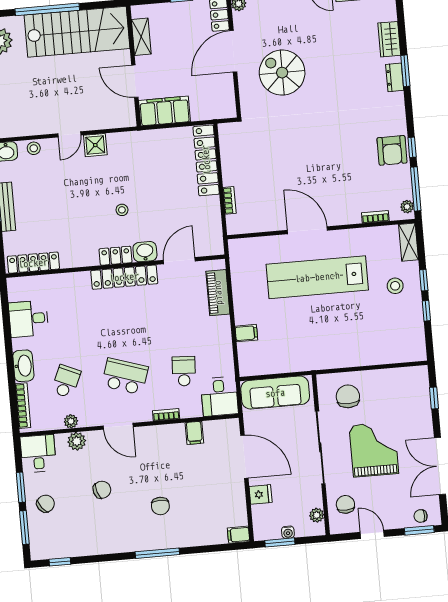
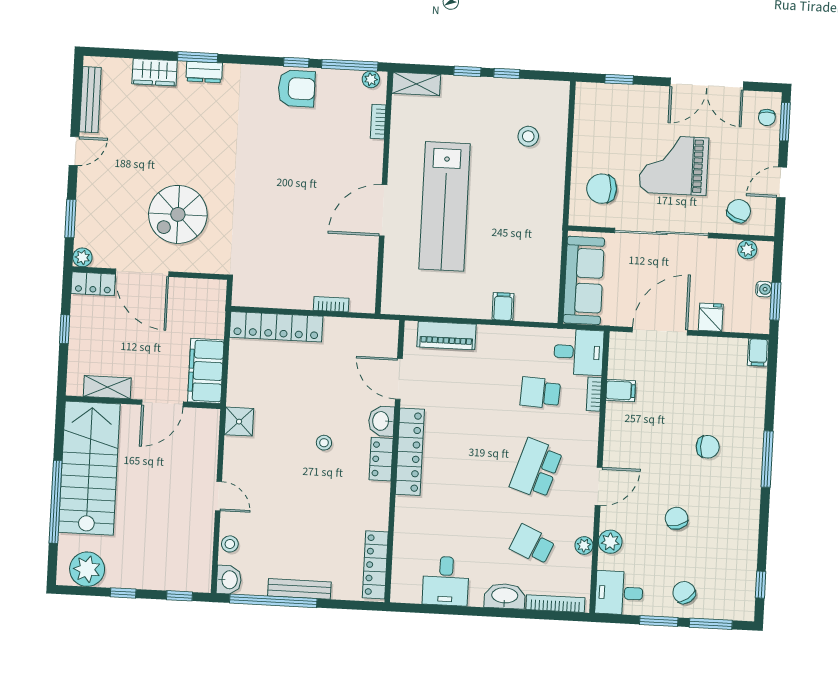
shower: (95, 145) -> (239, 422), moved
stool: (395, 286) -> (528, 136), moved
bookcase: (166, 415) -> (594, 394), moved
chair: (345, 504) -> (739, 211), turned 117

